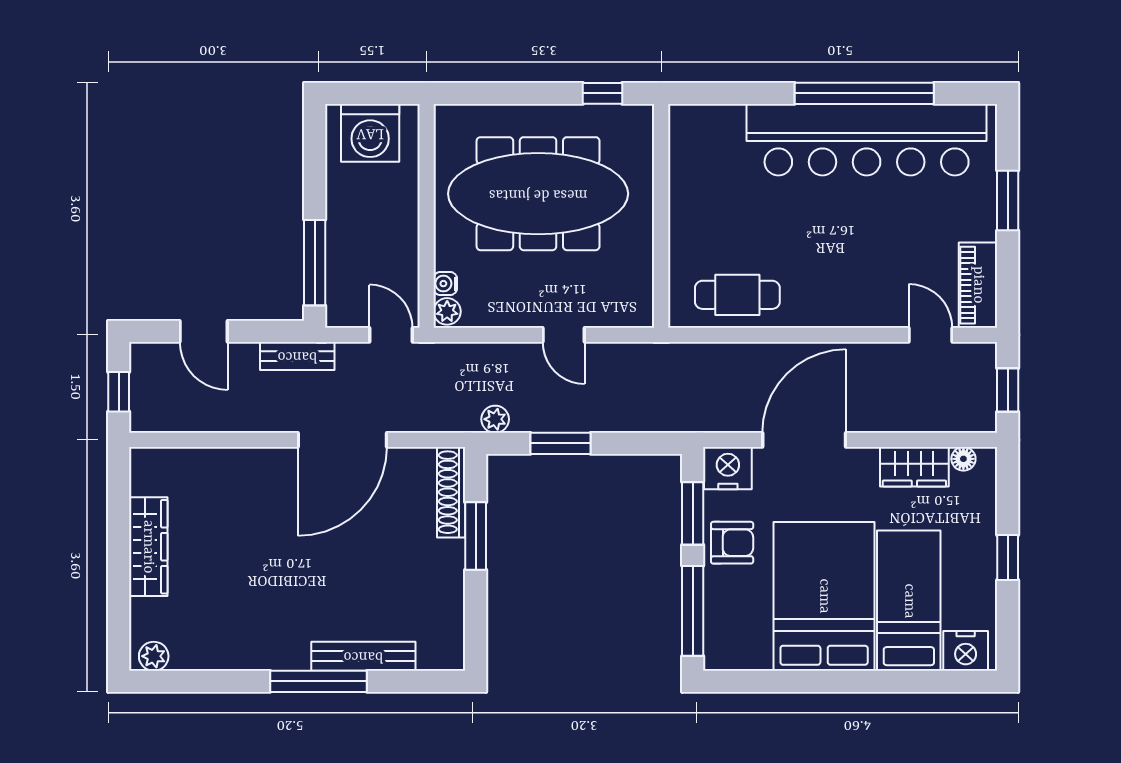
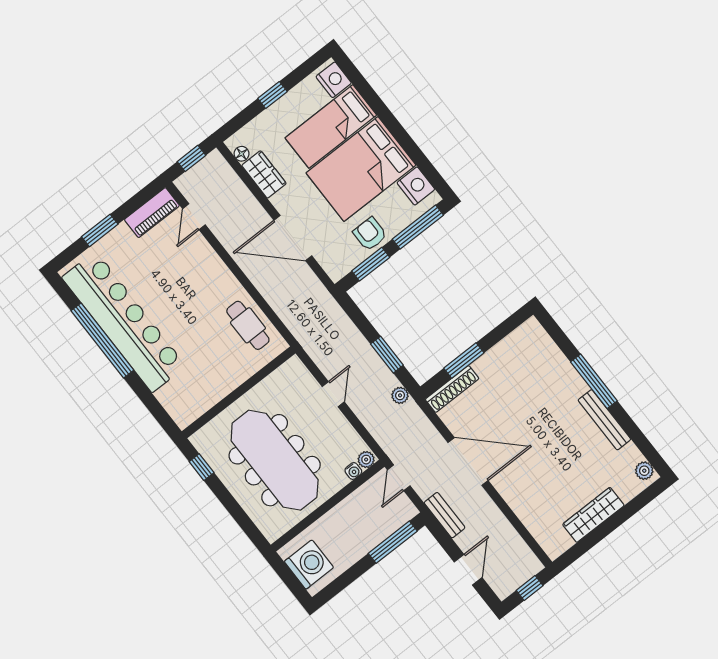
nightstand: (728, 468) -> (416, 186), moved, turned 180
bench: (363, 656) -> (604, 420), moved

